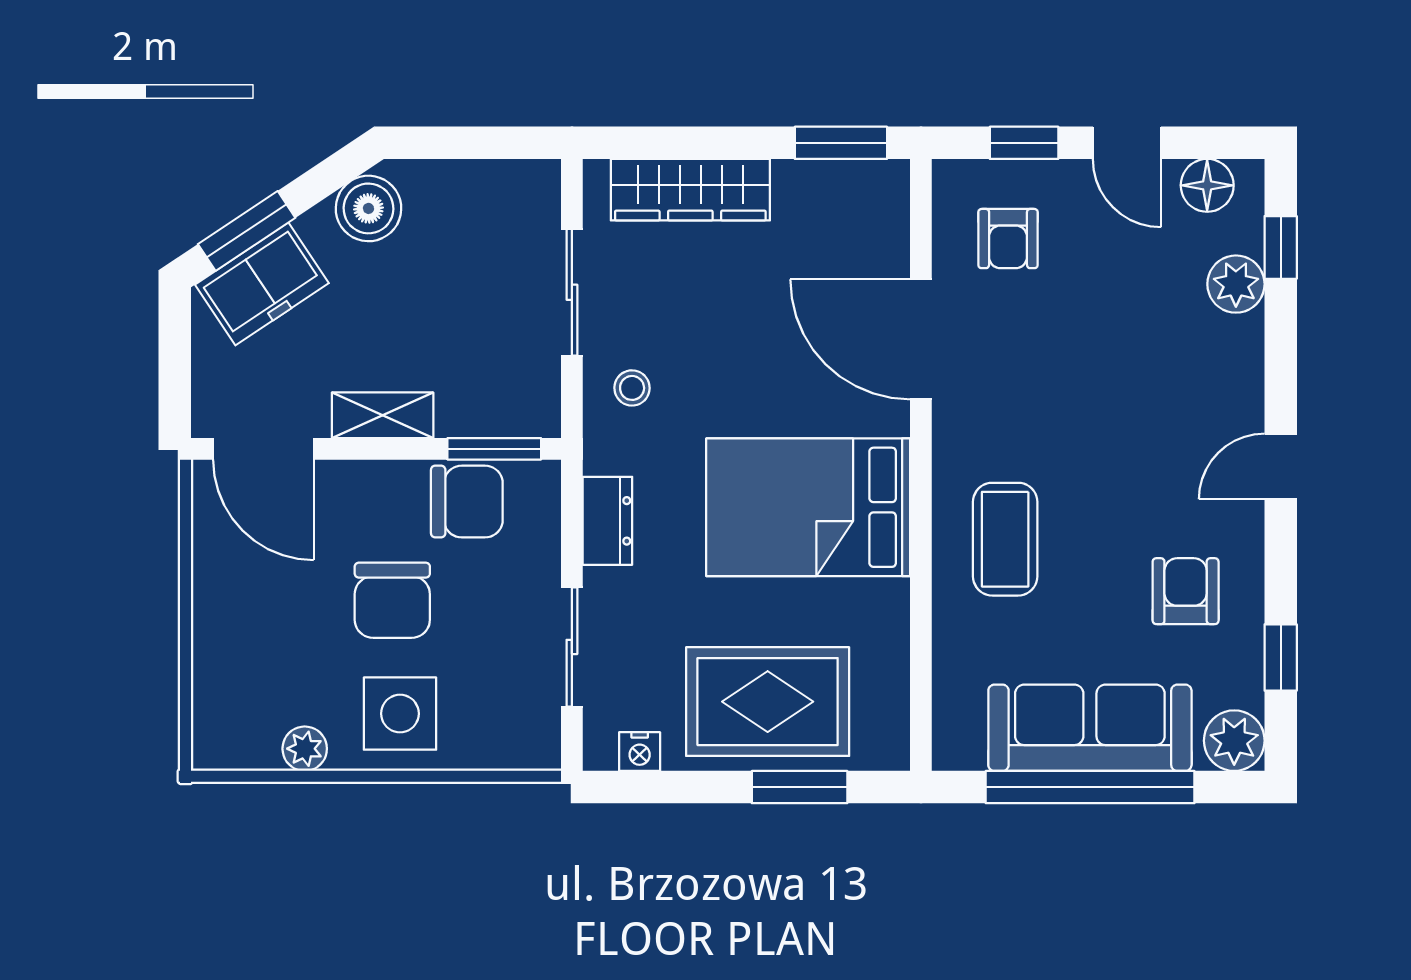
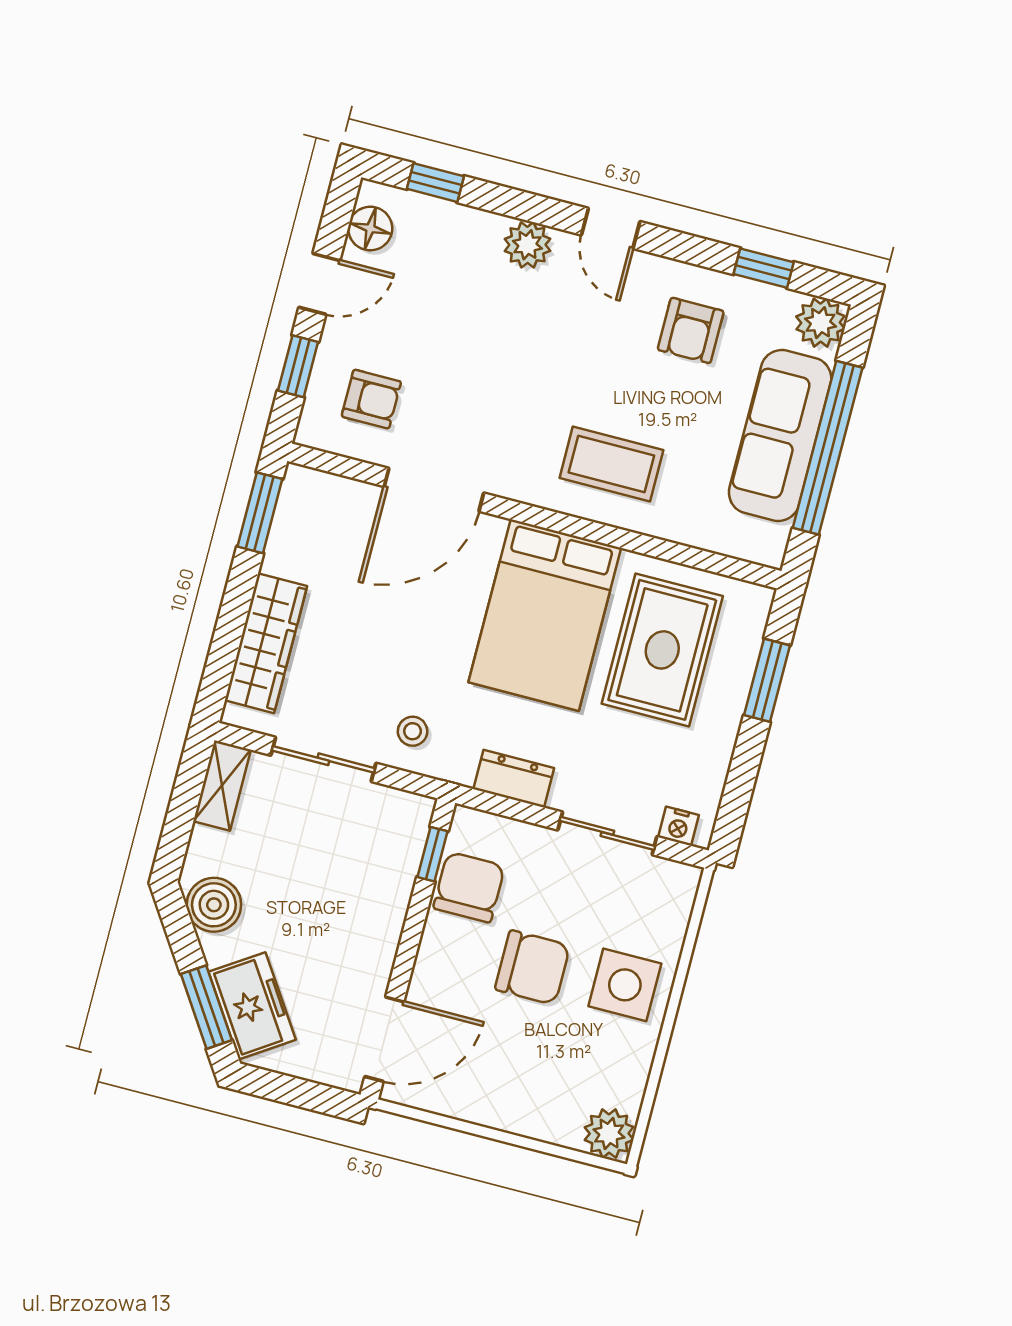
plant: (1236, 284) -> (527, 245), moved
shelving: (383, 415) -> (222, 786), moved
window: (494, 449) -> (433, 854), width x0.67
armchair: (1186, 591) -> (691, 330), turned -90
rug: (768, 702) -> (662, 650), moved
plant: (305, 749) -> (609, 1134), moved, width x1.38, depth x1.38
nightstand: (640, 752) -> (678, 826), moved, turned 90

